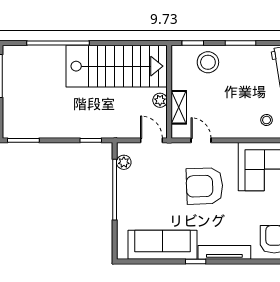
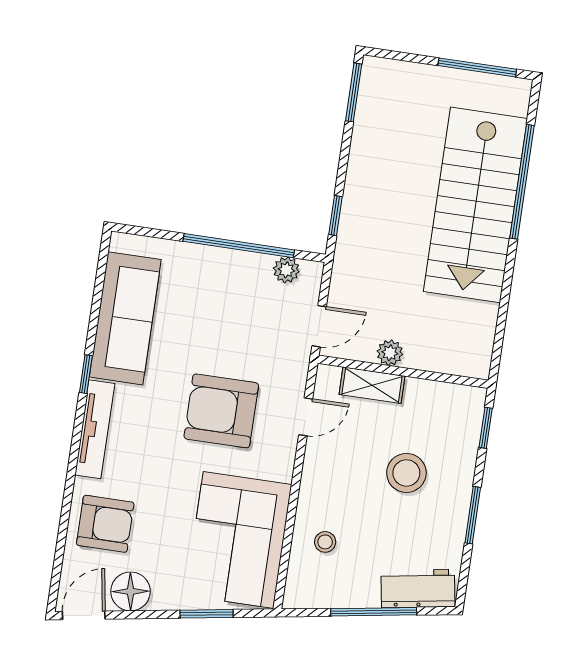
stool: (208, 62) -> (406, 473), moved
stairs: (117, 66) -> (475, 205), moved
armchair: (205, 186) -> (221, 411), turned -88

